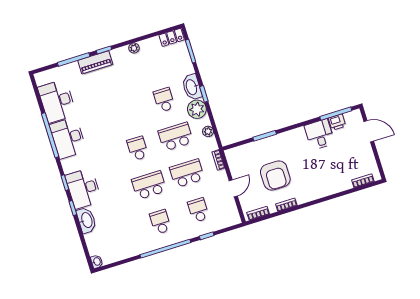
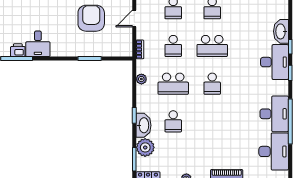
plant: (197, 109) -> (145, 147), moved
school desk: (187, 173) -> (173, 46), width x0.54

